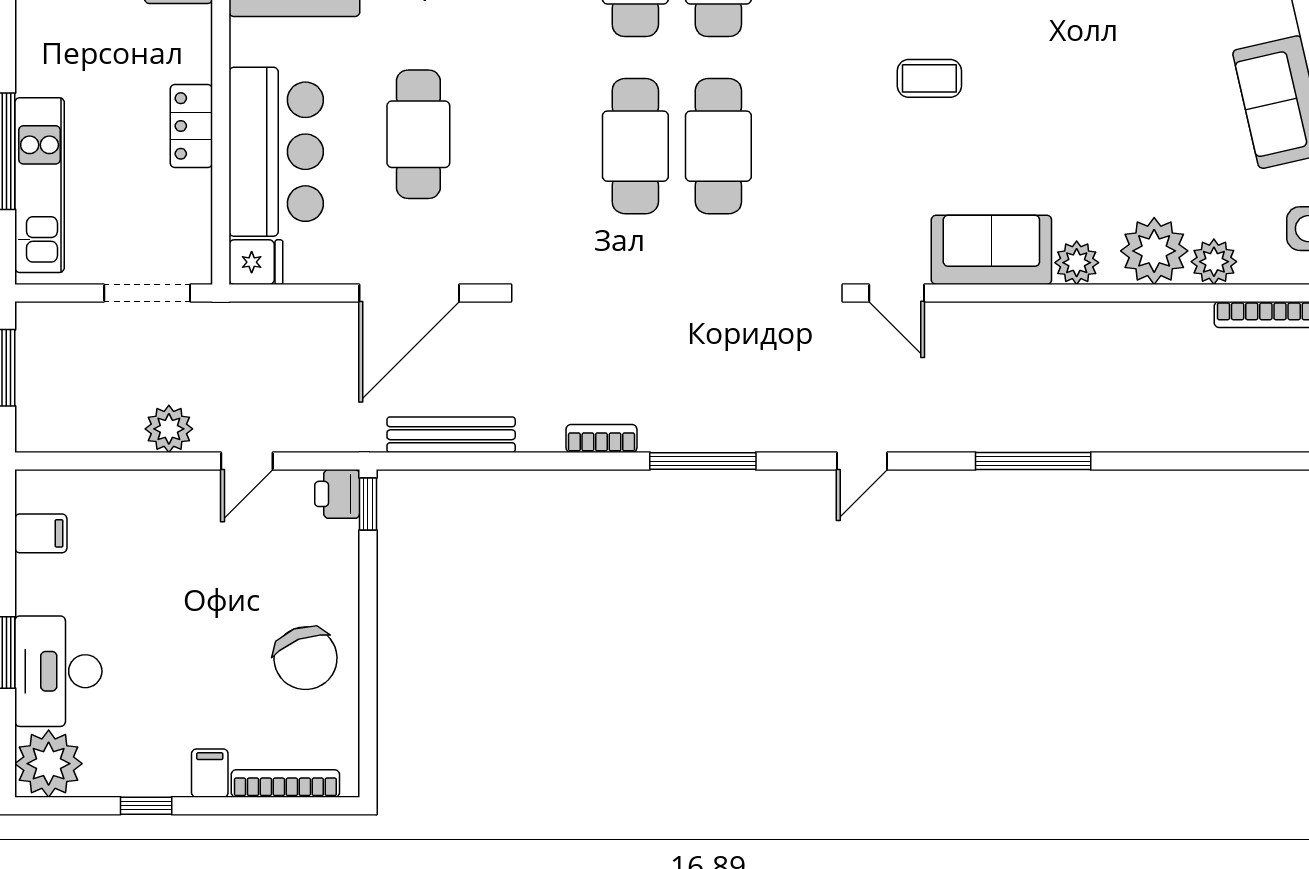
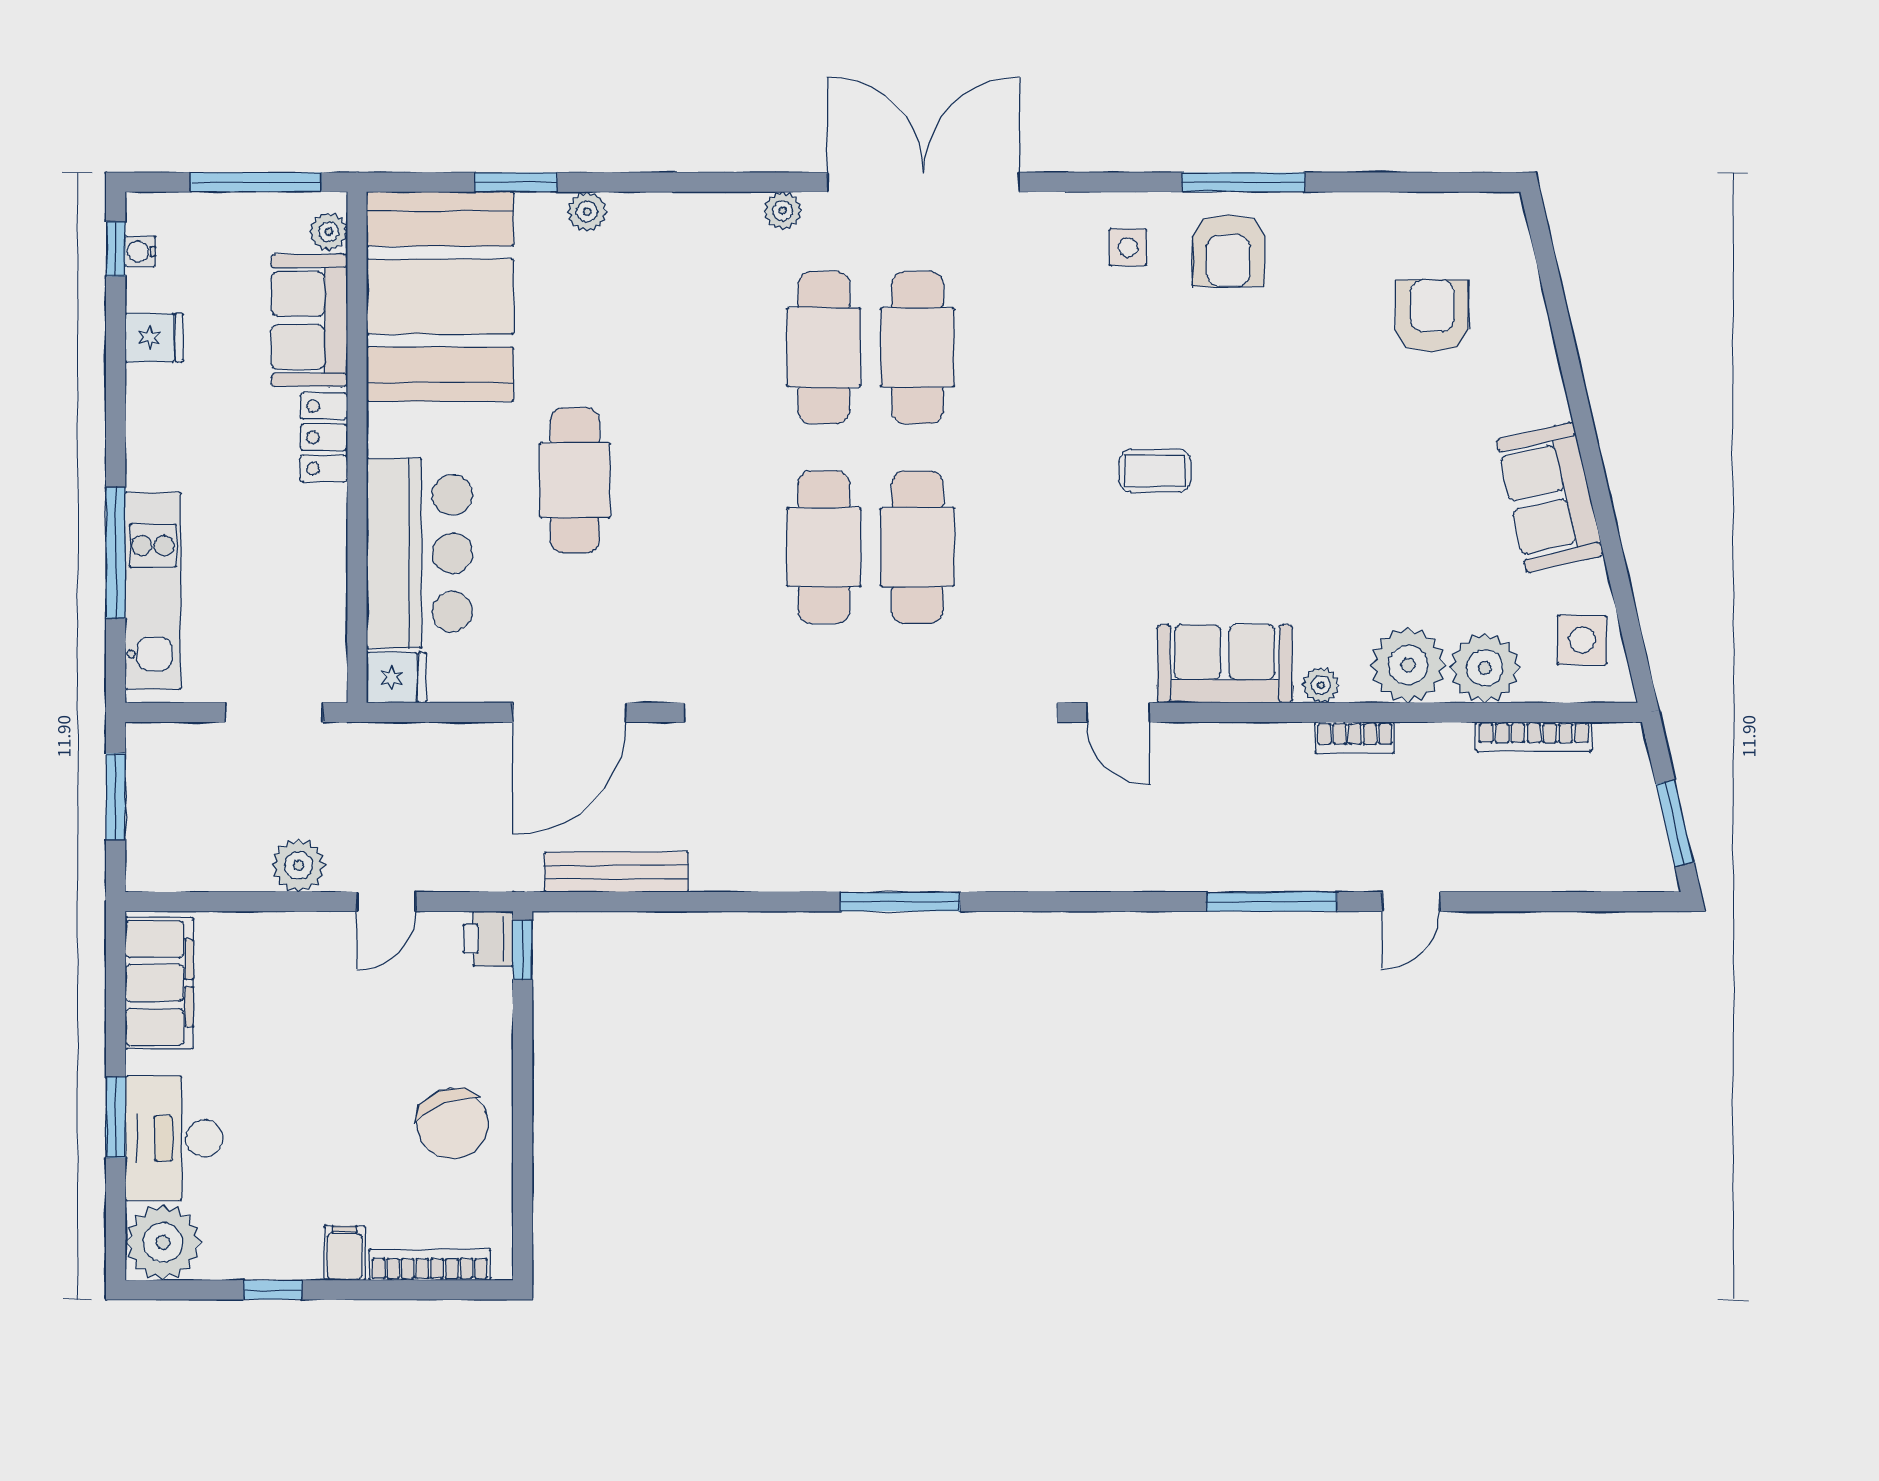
locker: (191, 126) -> (324, 437), moved
cafe table: (418, 134) -> (575, 480), moved
plant: (1214, 262) -> (1485, 668), width x1.36, depth x1.36
plant: (1077, 263) -> (1321, 685), width x0.73, depth x0.73
bookcase: (601, 439) -> (1355, 738), moved, turned 180
door: (862, 461) -> (1411, 902), moved
filing cabinet: (41, 533) -> (159, 983), width x3.00, depth x1.17

